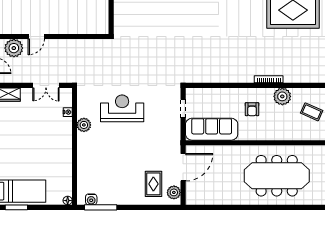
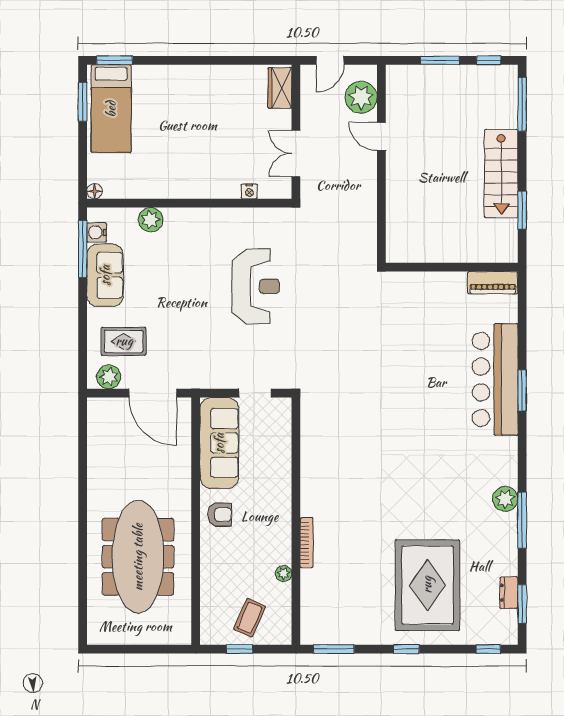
plant: (282, 96) -> (284, 574), width x0.53, depth x0.53
armchair: (252, 109) -> (220, 514), moved, turned 180
plant: (84, 125) -> (151, 220), moved
sofa: (116, 195) -> (105, 275), added

